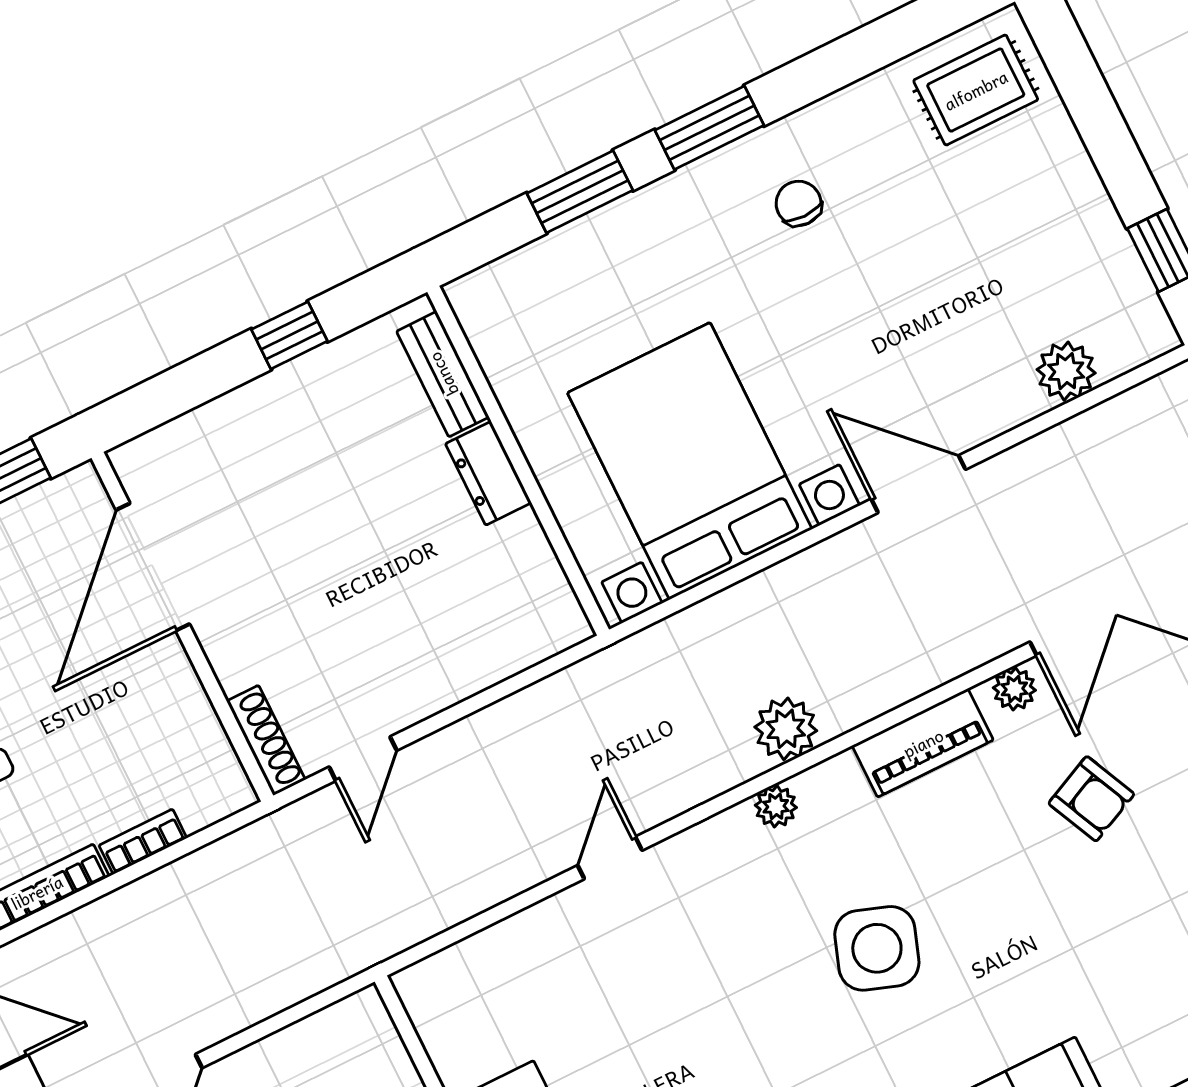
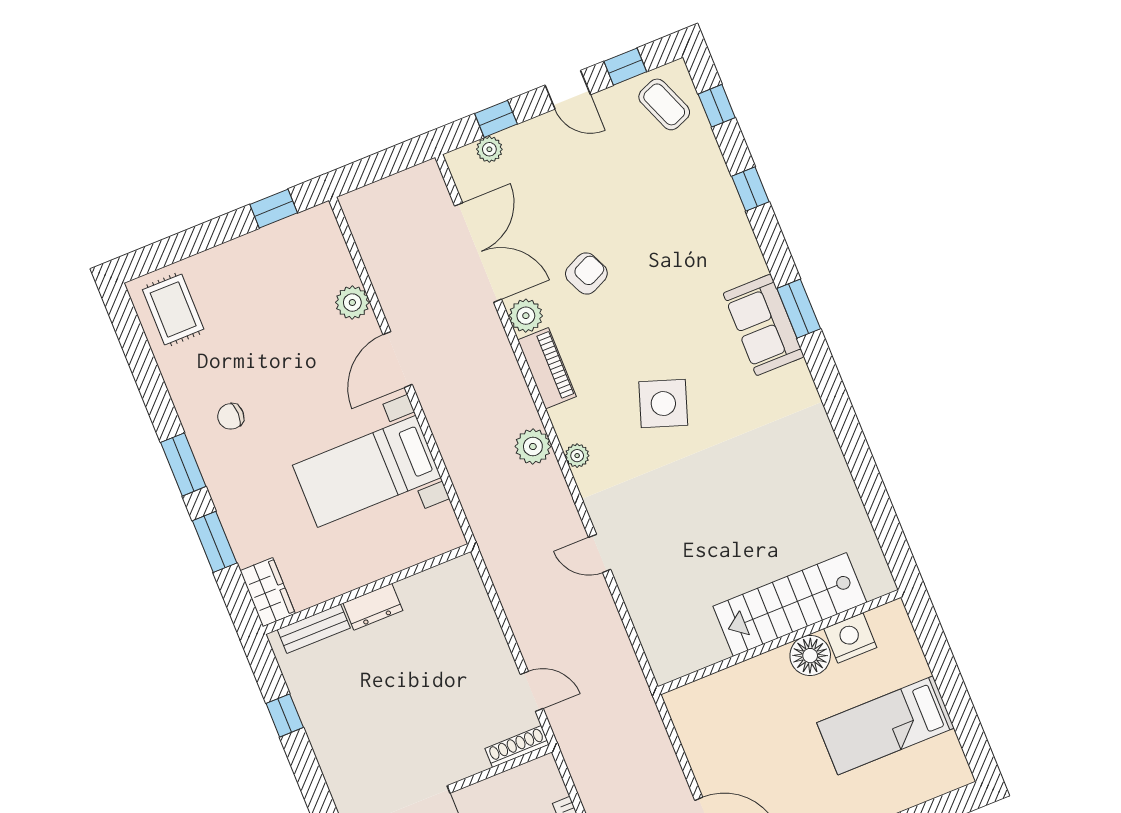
wardrobe: (500, 290) -> (268, 592), added
plant: (1066, 371) -> (352, 303), moved
bed with nightstands: (690, 461) -> (367, 471), width x0.73
plant: (1014, 689) -> (526, 316), width x1.38, depth x1.38

